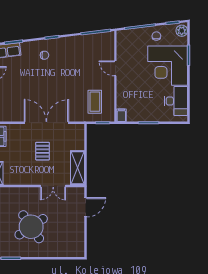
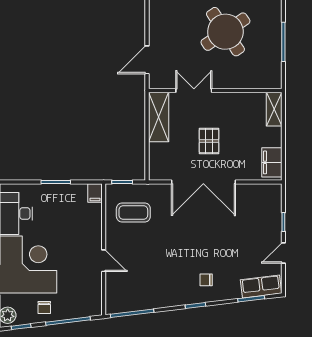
coffee table: (95, 102) -> (133, 212), turned 90

